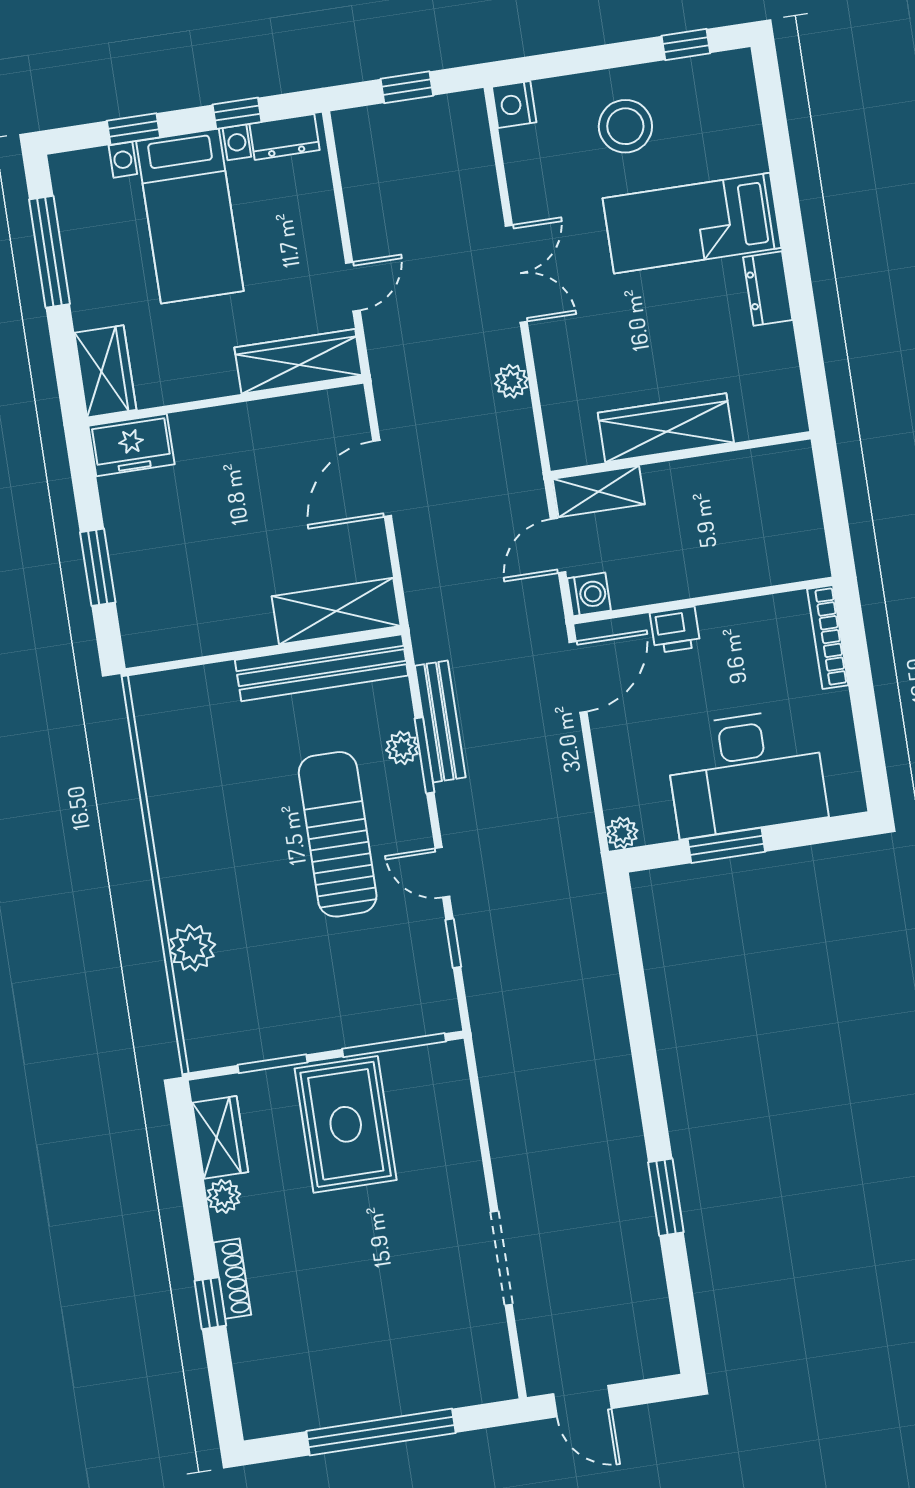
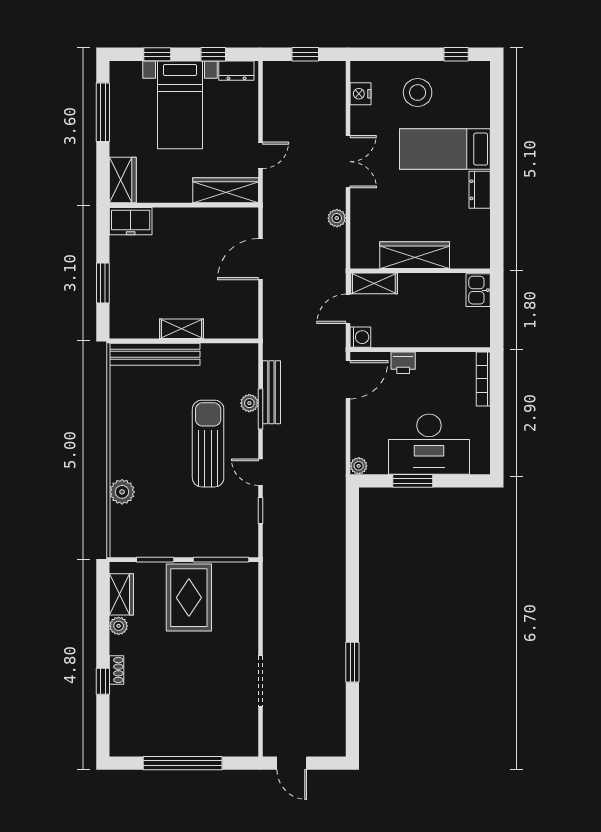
nightstand: (514, 104) -> (361, 94), moved
kitchen sink: (793, 474) -> (478, 290), added
shelving: (336, 611) -> (182, 329), moved, width x0.67, depth x0.75
bench: (322, 668) -> (155, 354), moved
shoe rack: (232, 1279) -> (117, 670), width x0.70

